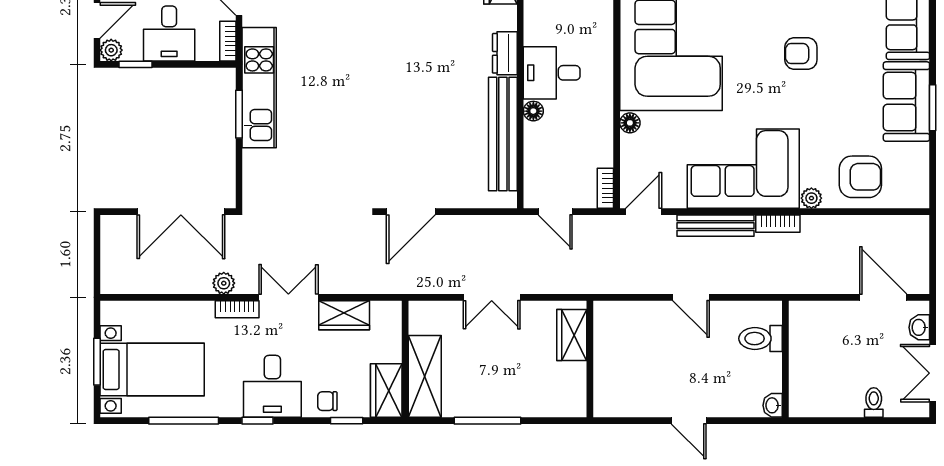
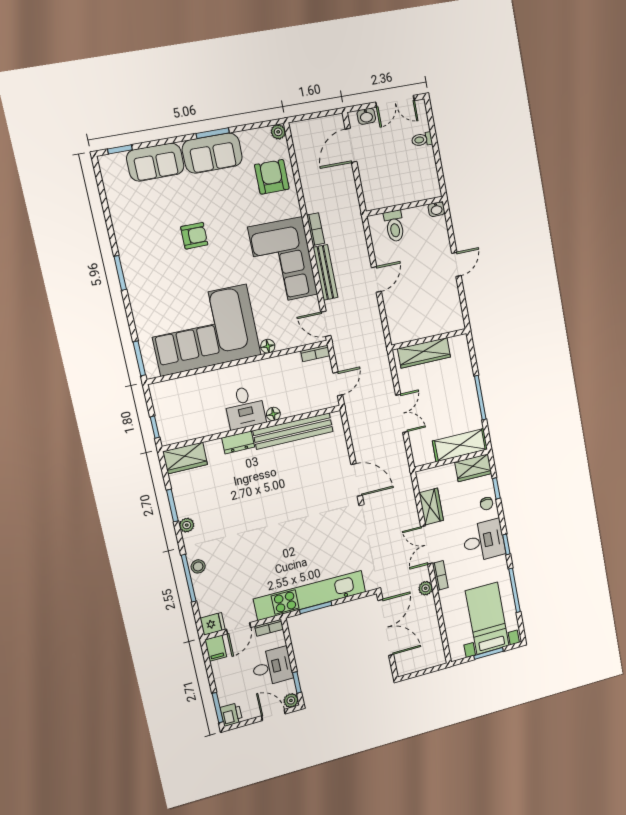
armchair: (801, 53) -> (194, 236), turned -90
kitchen unit: (259, 88) -> (310, 595), width x1.36
plant: (811, 198) -> (278, 132), moved
wardrobe: (572, 335) -> (424, 353), width x1.50

